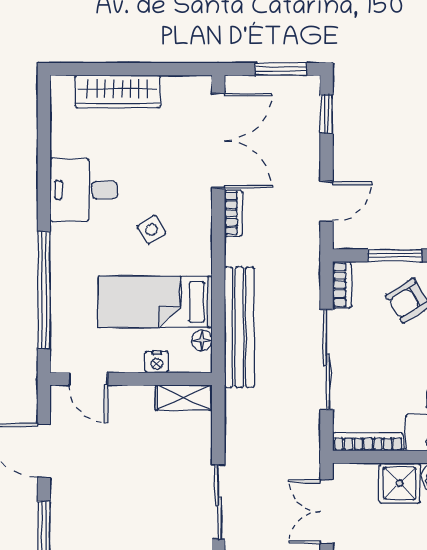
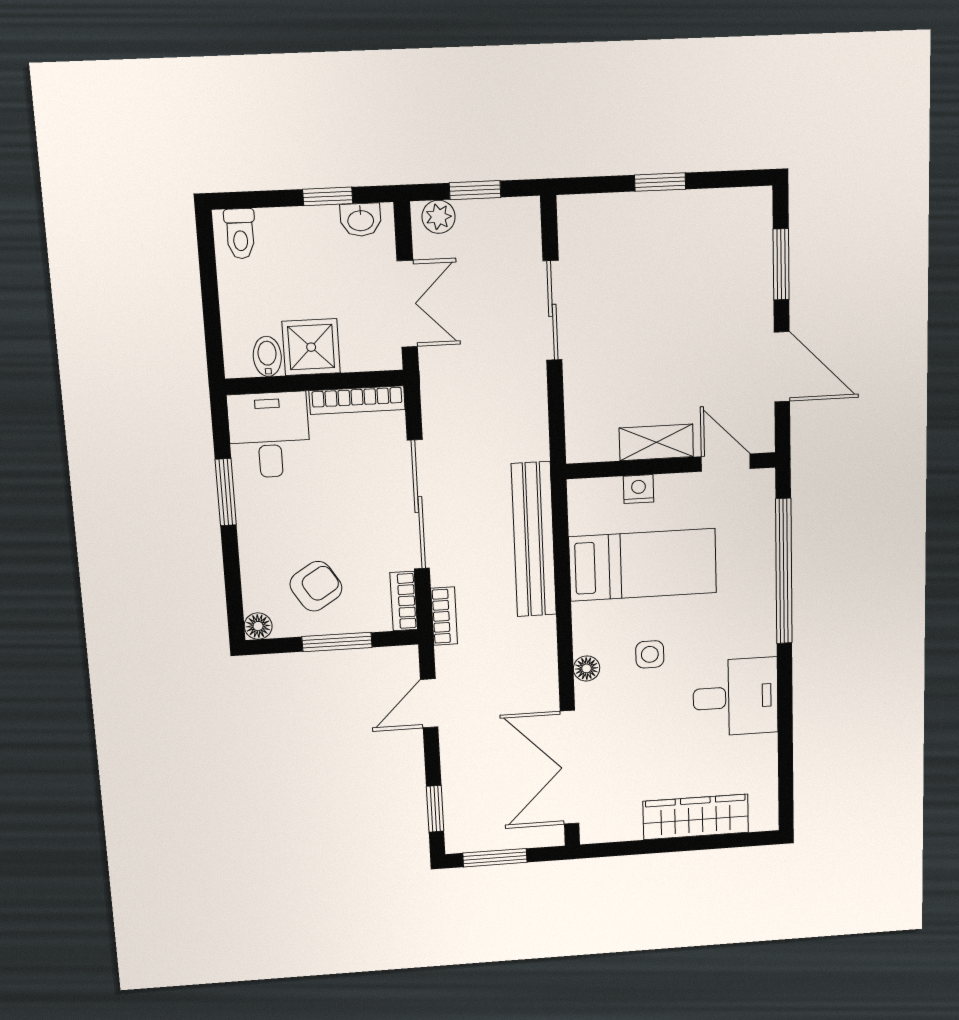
bookcase: (233, 213) -> (444, 616), moved, turned 180
side table: (151, 230) -> (650, 654), turned 32
floor lamp: (202, 340) -> (586, 668), moved
shelving: (184, 398) -> (656, 442), moved

